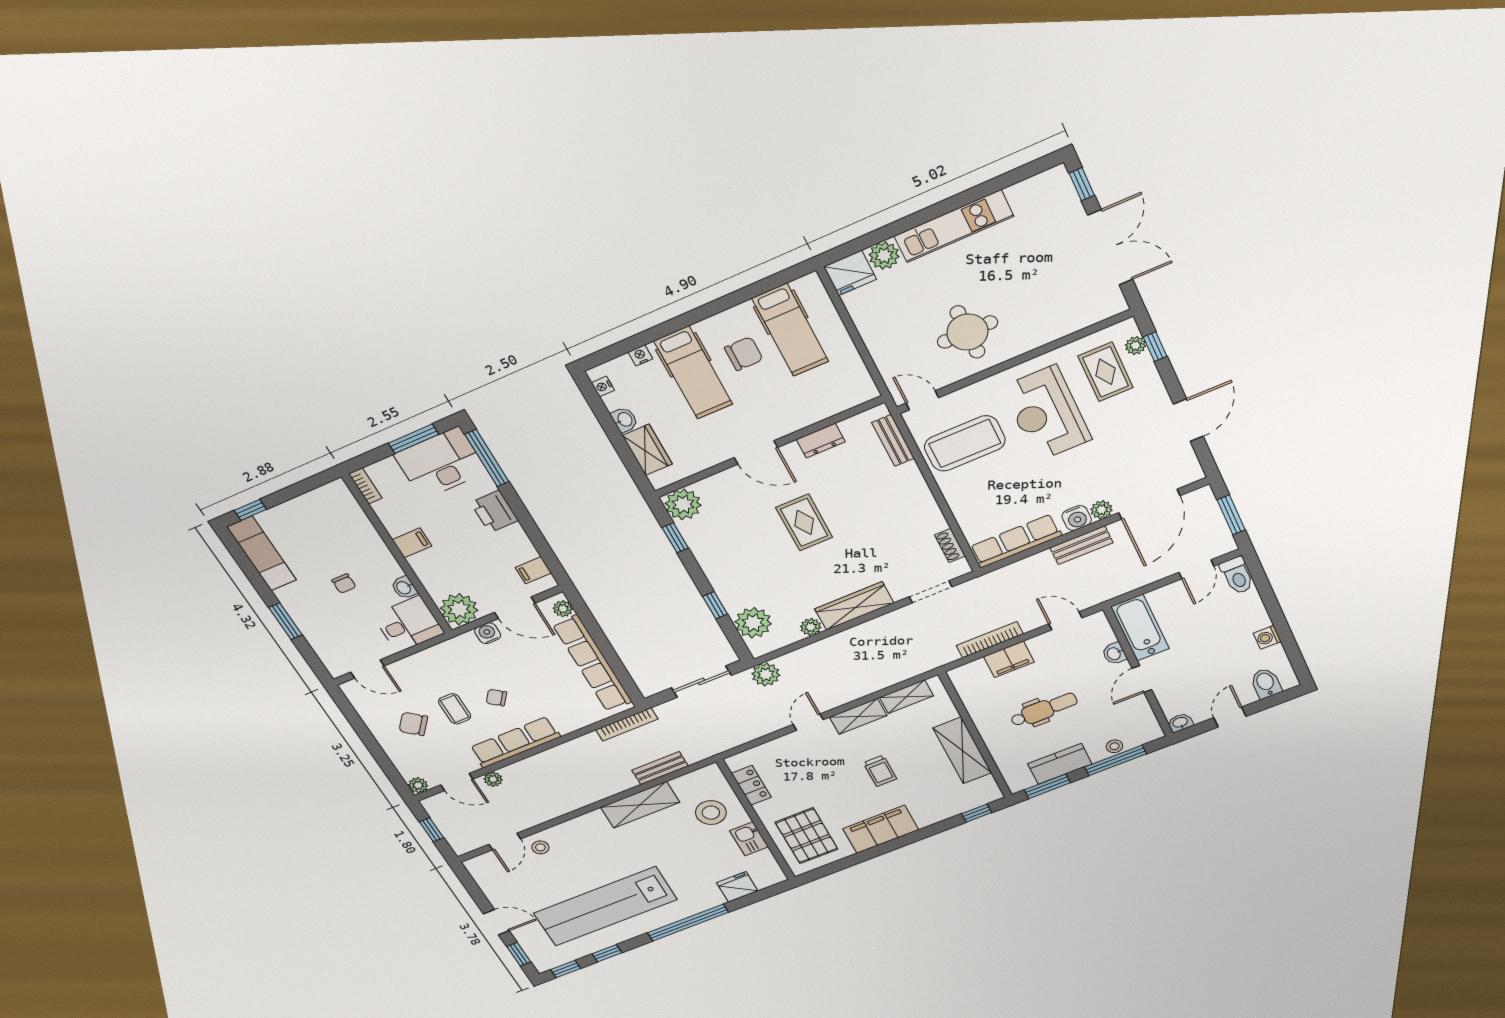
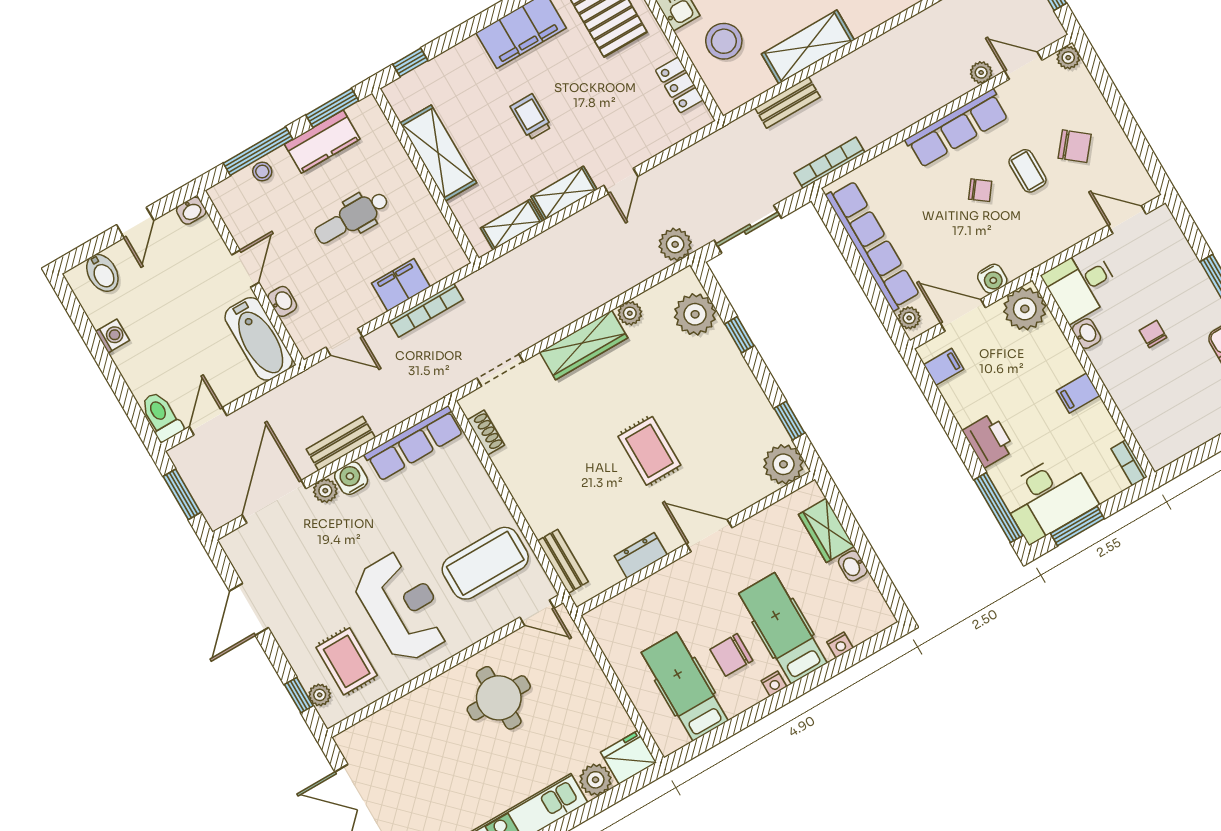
nightstand: (603, 386) -> (774, 684), moved, turned 90

